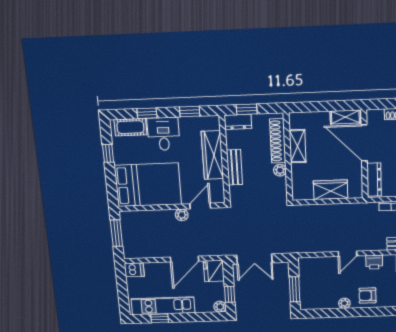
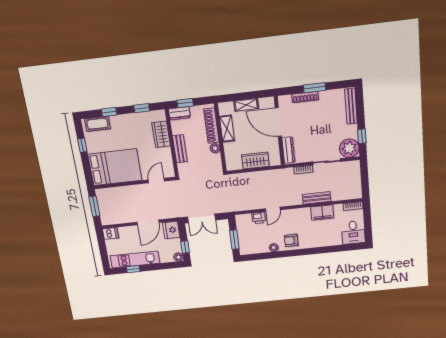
shelving: (345, 117) -> (246, 105), moved
desk: (163, 134) -> (123, 127), removed
wardrobe: (212, 155) -> (161, 134), width x0.67
plant: (182, 215) -> (143, 188), removed
printer: (374, 262) -> (259, 218), moved

